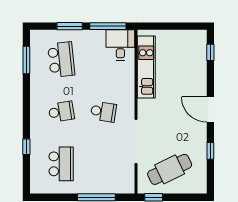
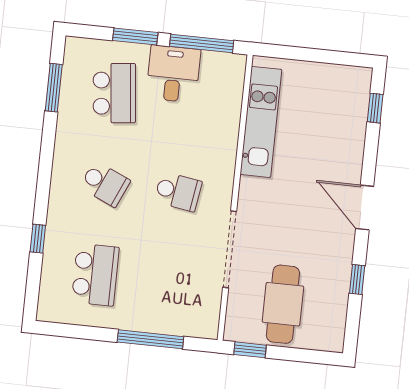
desk: (120, 45) -> (173, 74), moved
school desk: (61, 112) -> (105, 184), turned 33
cafe table: (170, 169) -> (283, 304), turned -64

